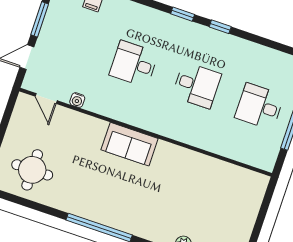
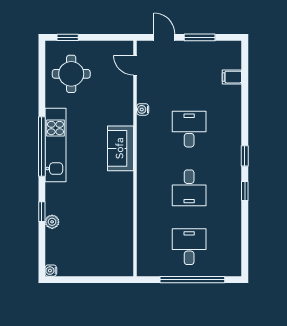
door: (46, 99) -> (135, 65), hinge flipped
water cooler: (77, 100) -> (143, 109), moved
kitchen unit: (102, 212) -> (55, 145), added

